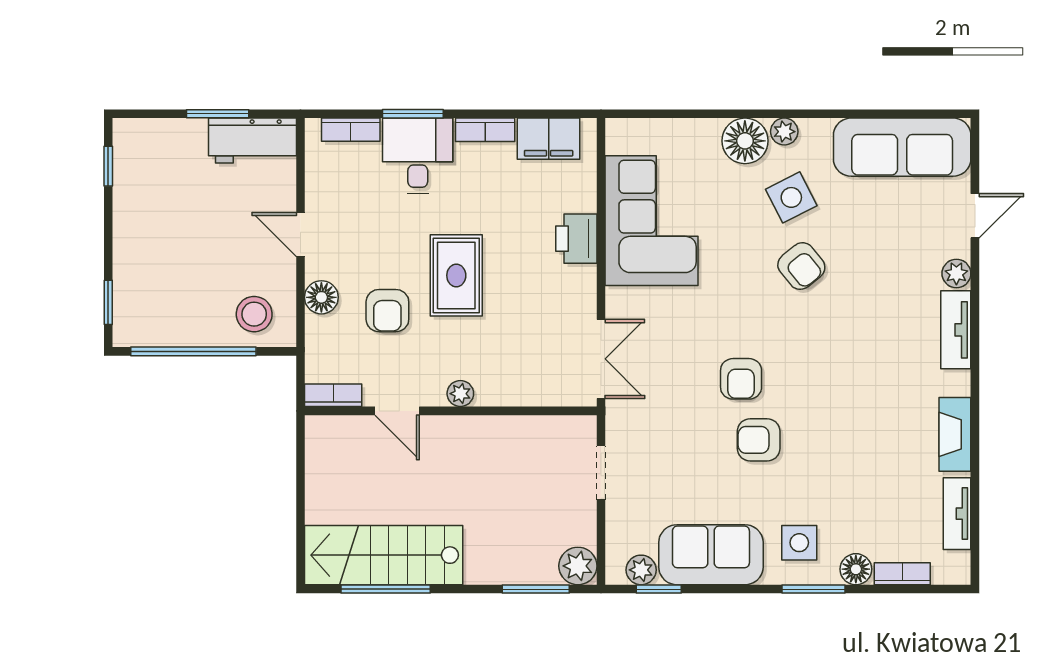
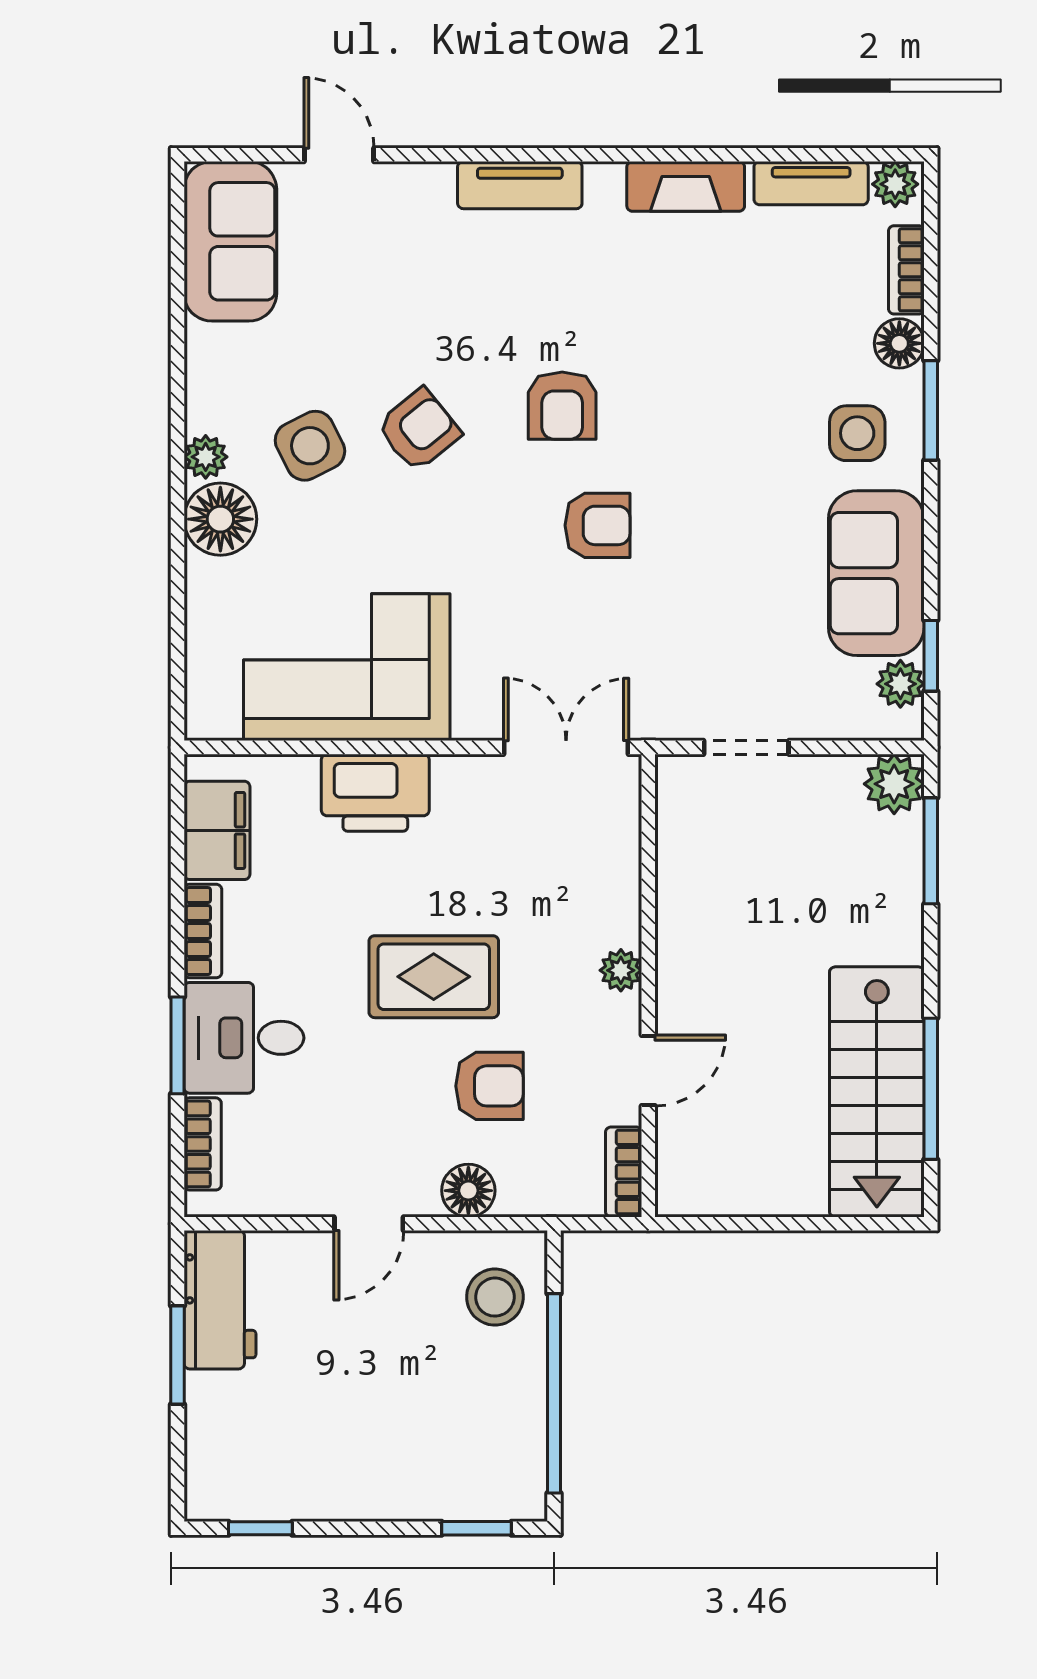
sofa: (902, 147) -> (230, 241), width x0.73
printer: (576, 239) -> (375, 793), width x1.37, depth x1.19
plant: (956, 273) -> (895, 184), moved
armchair: (759, 440) -> (562, 406), moved

